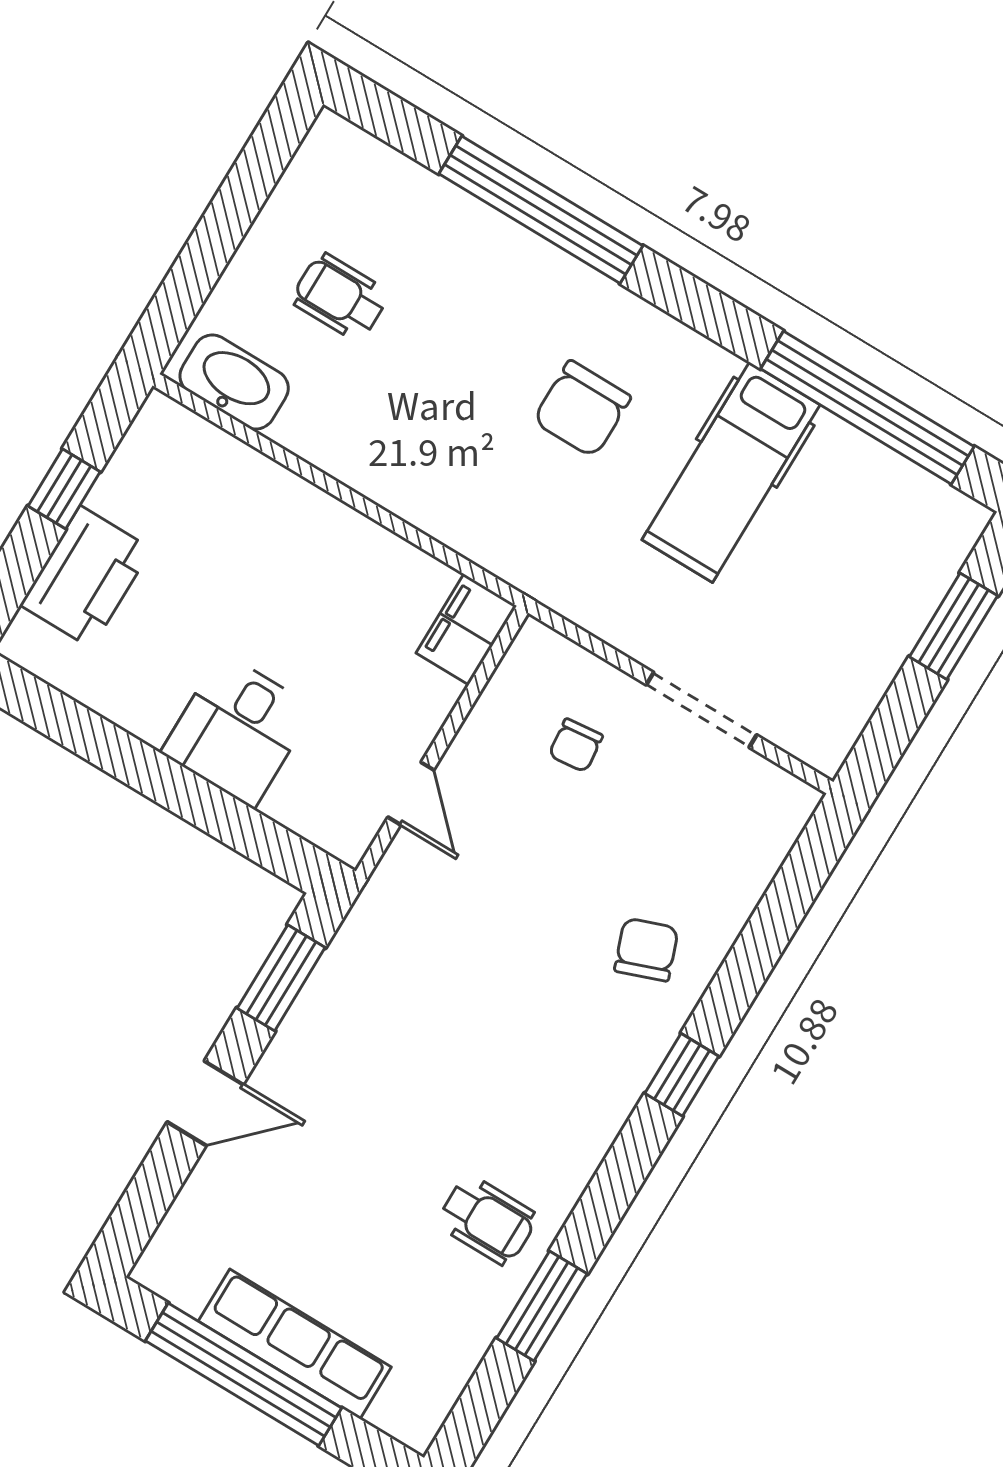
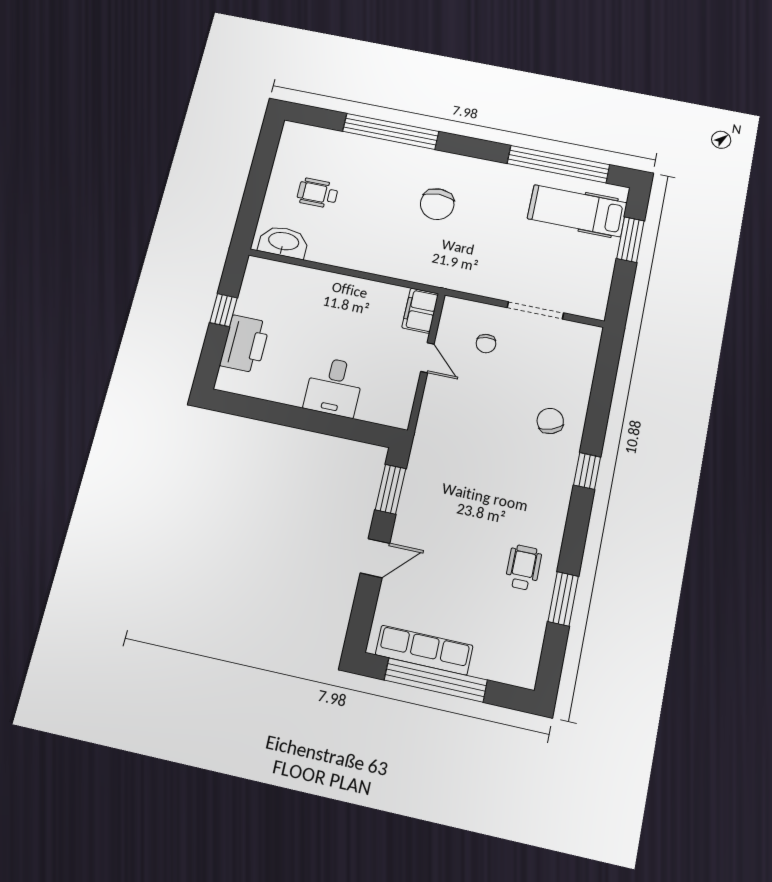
hospital bed: (731, 472) -> (577, 211), moved, turned 90
door: (411, 793) -> (427, 358), moved
wheelchair: (487, 1220) -> (523, 567), turned -90
row of seats: (295, 1344) -> (424, 650), moved

